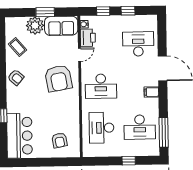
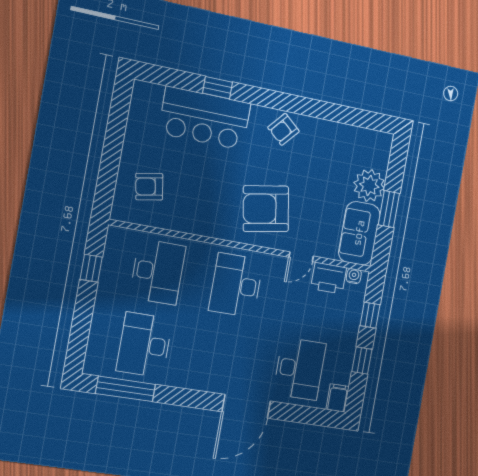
coffee table: (18, 47) -> (337, 145), removed
door: (80, 55) -> (301, 257), hinge flipped
filing cabinet: (151, 92) -> (338, 398), moved
desk: (102, 128) -> (158, 272), turned 90
bar counter: (19, 136) -> (205, 118), moved
window: (129, 161) -> (91, 268), moved

